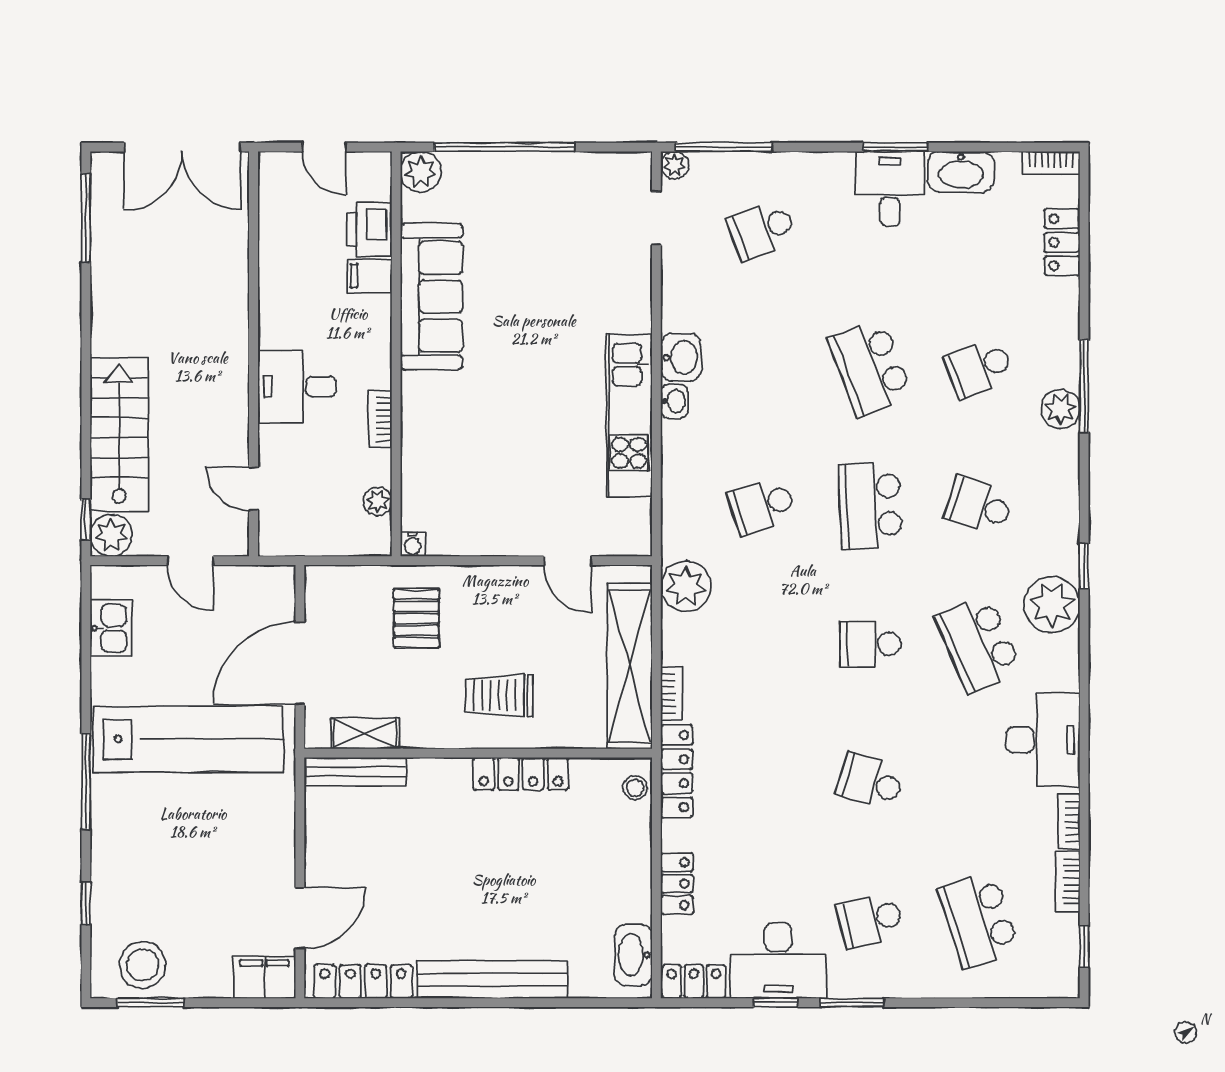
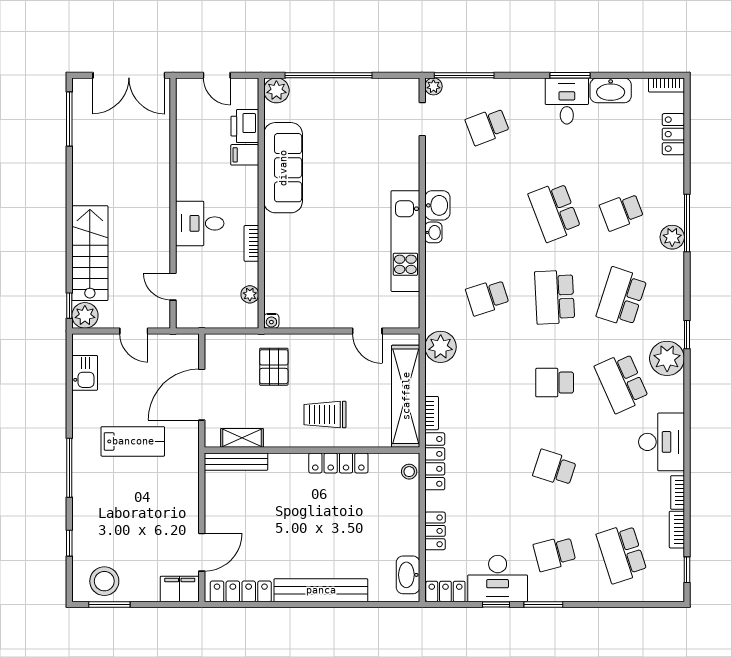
school desk: (979, 506) -> (622, 297), width x1.85
lab bench: (189, 739) -> (133, 441), width x0.54, depth x0.72

